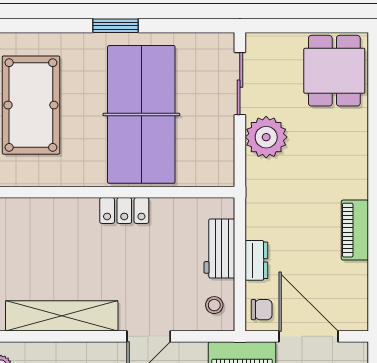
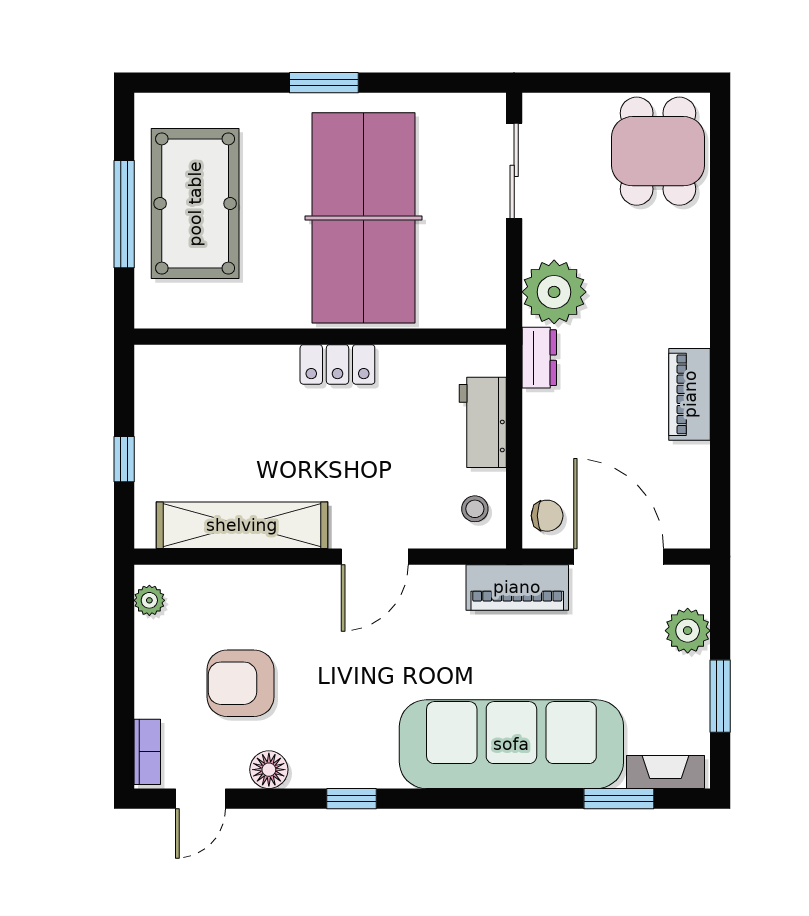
plant: (266, 137) -> (554, 292), moved
dresser: (256, 260) -> (539, 358), moved

